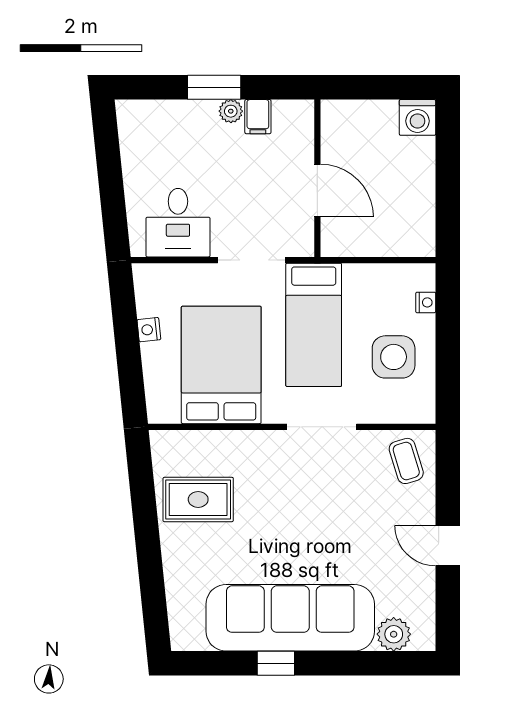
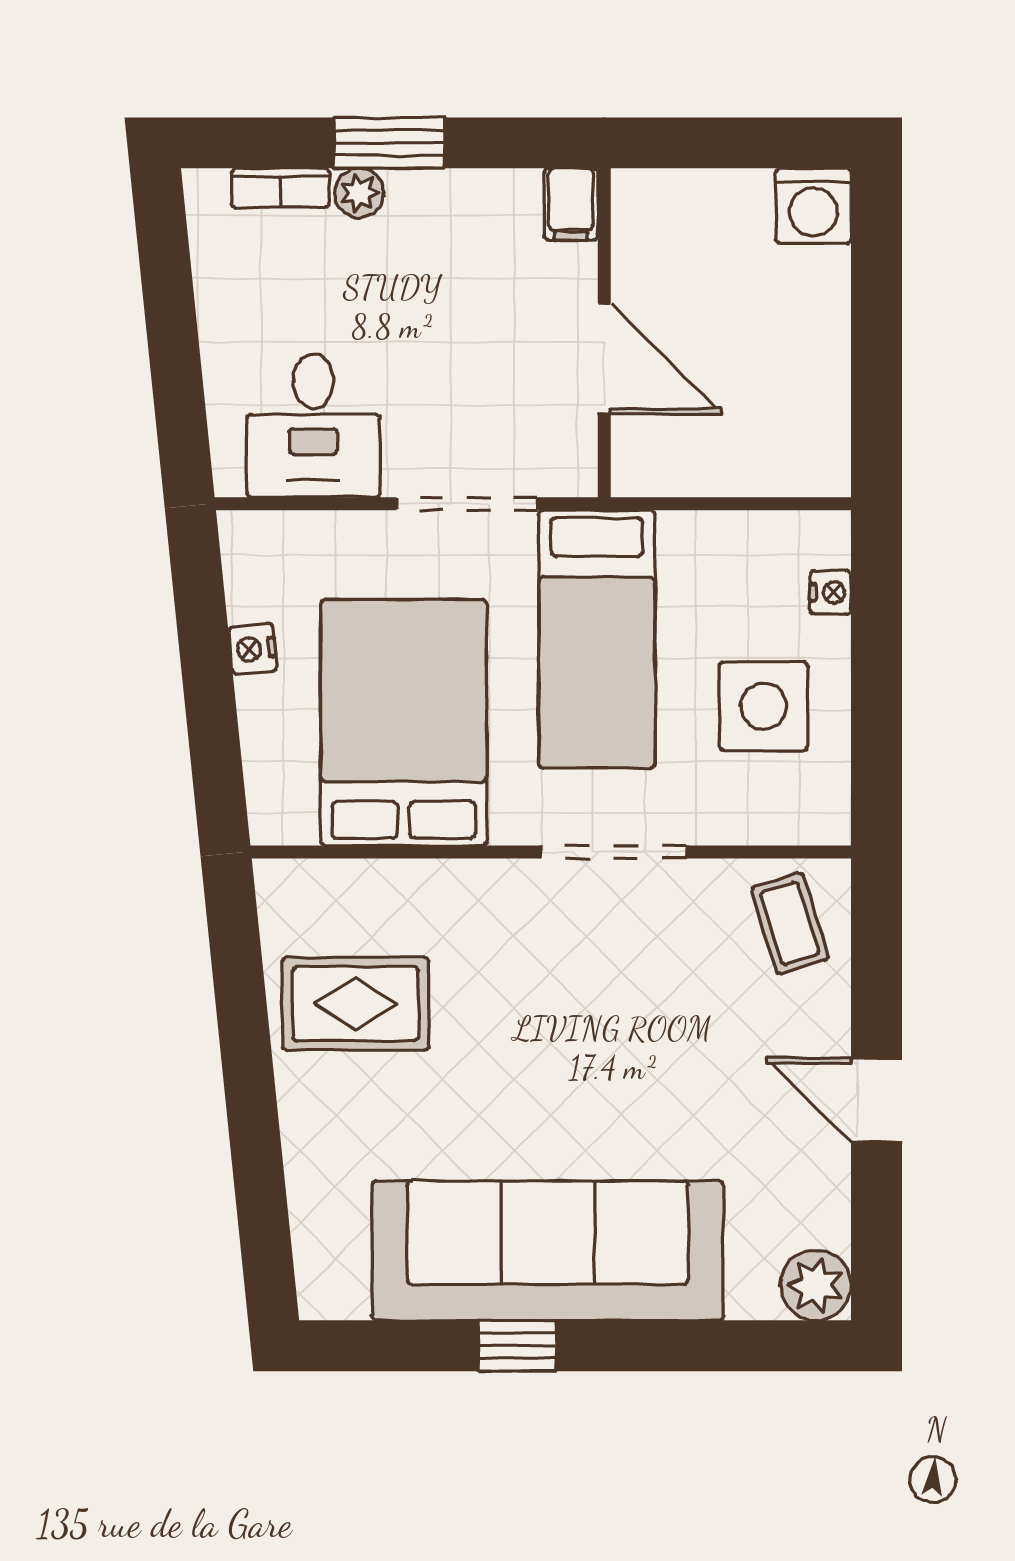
bookcase: (162, 109) -> (280, 188), added
plant: (231, 111) -> (359, 193), moved
filing cabinet: (258, 117) -> (571, 204), moved
plant: (394, 634) -> (816, 1285), moved

